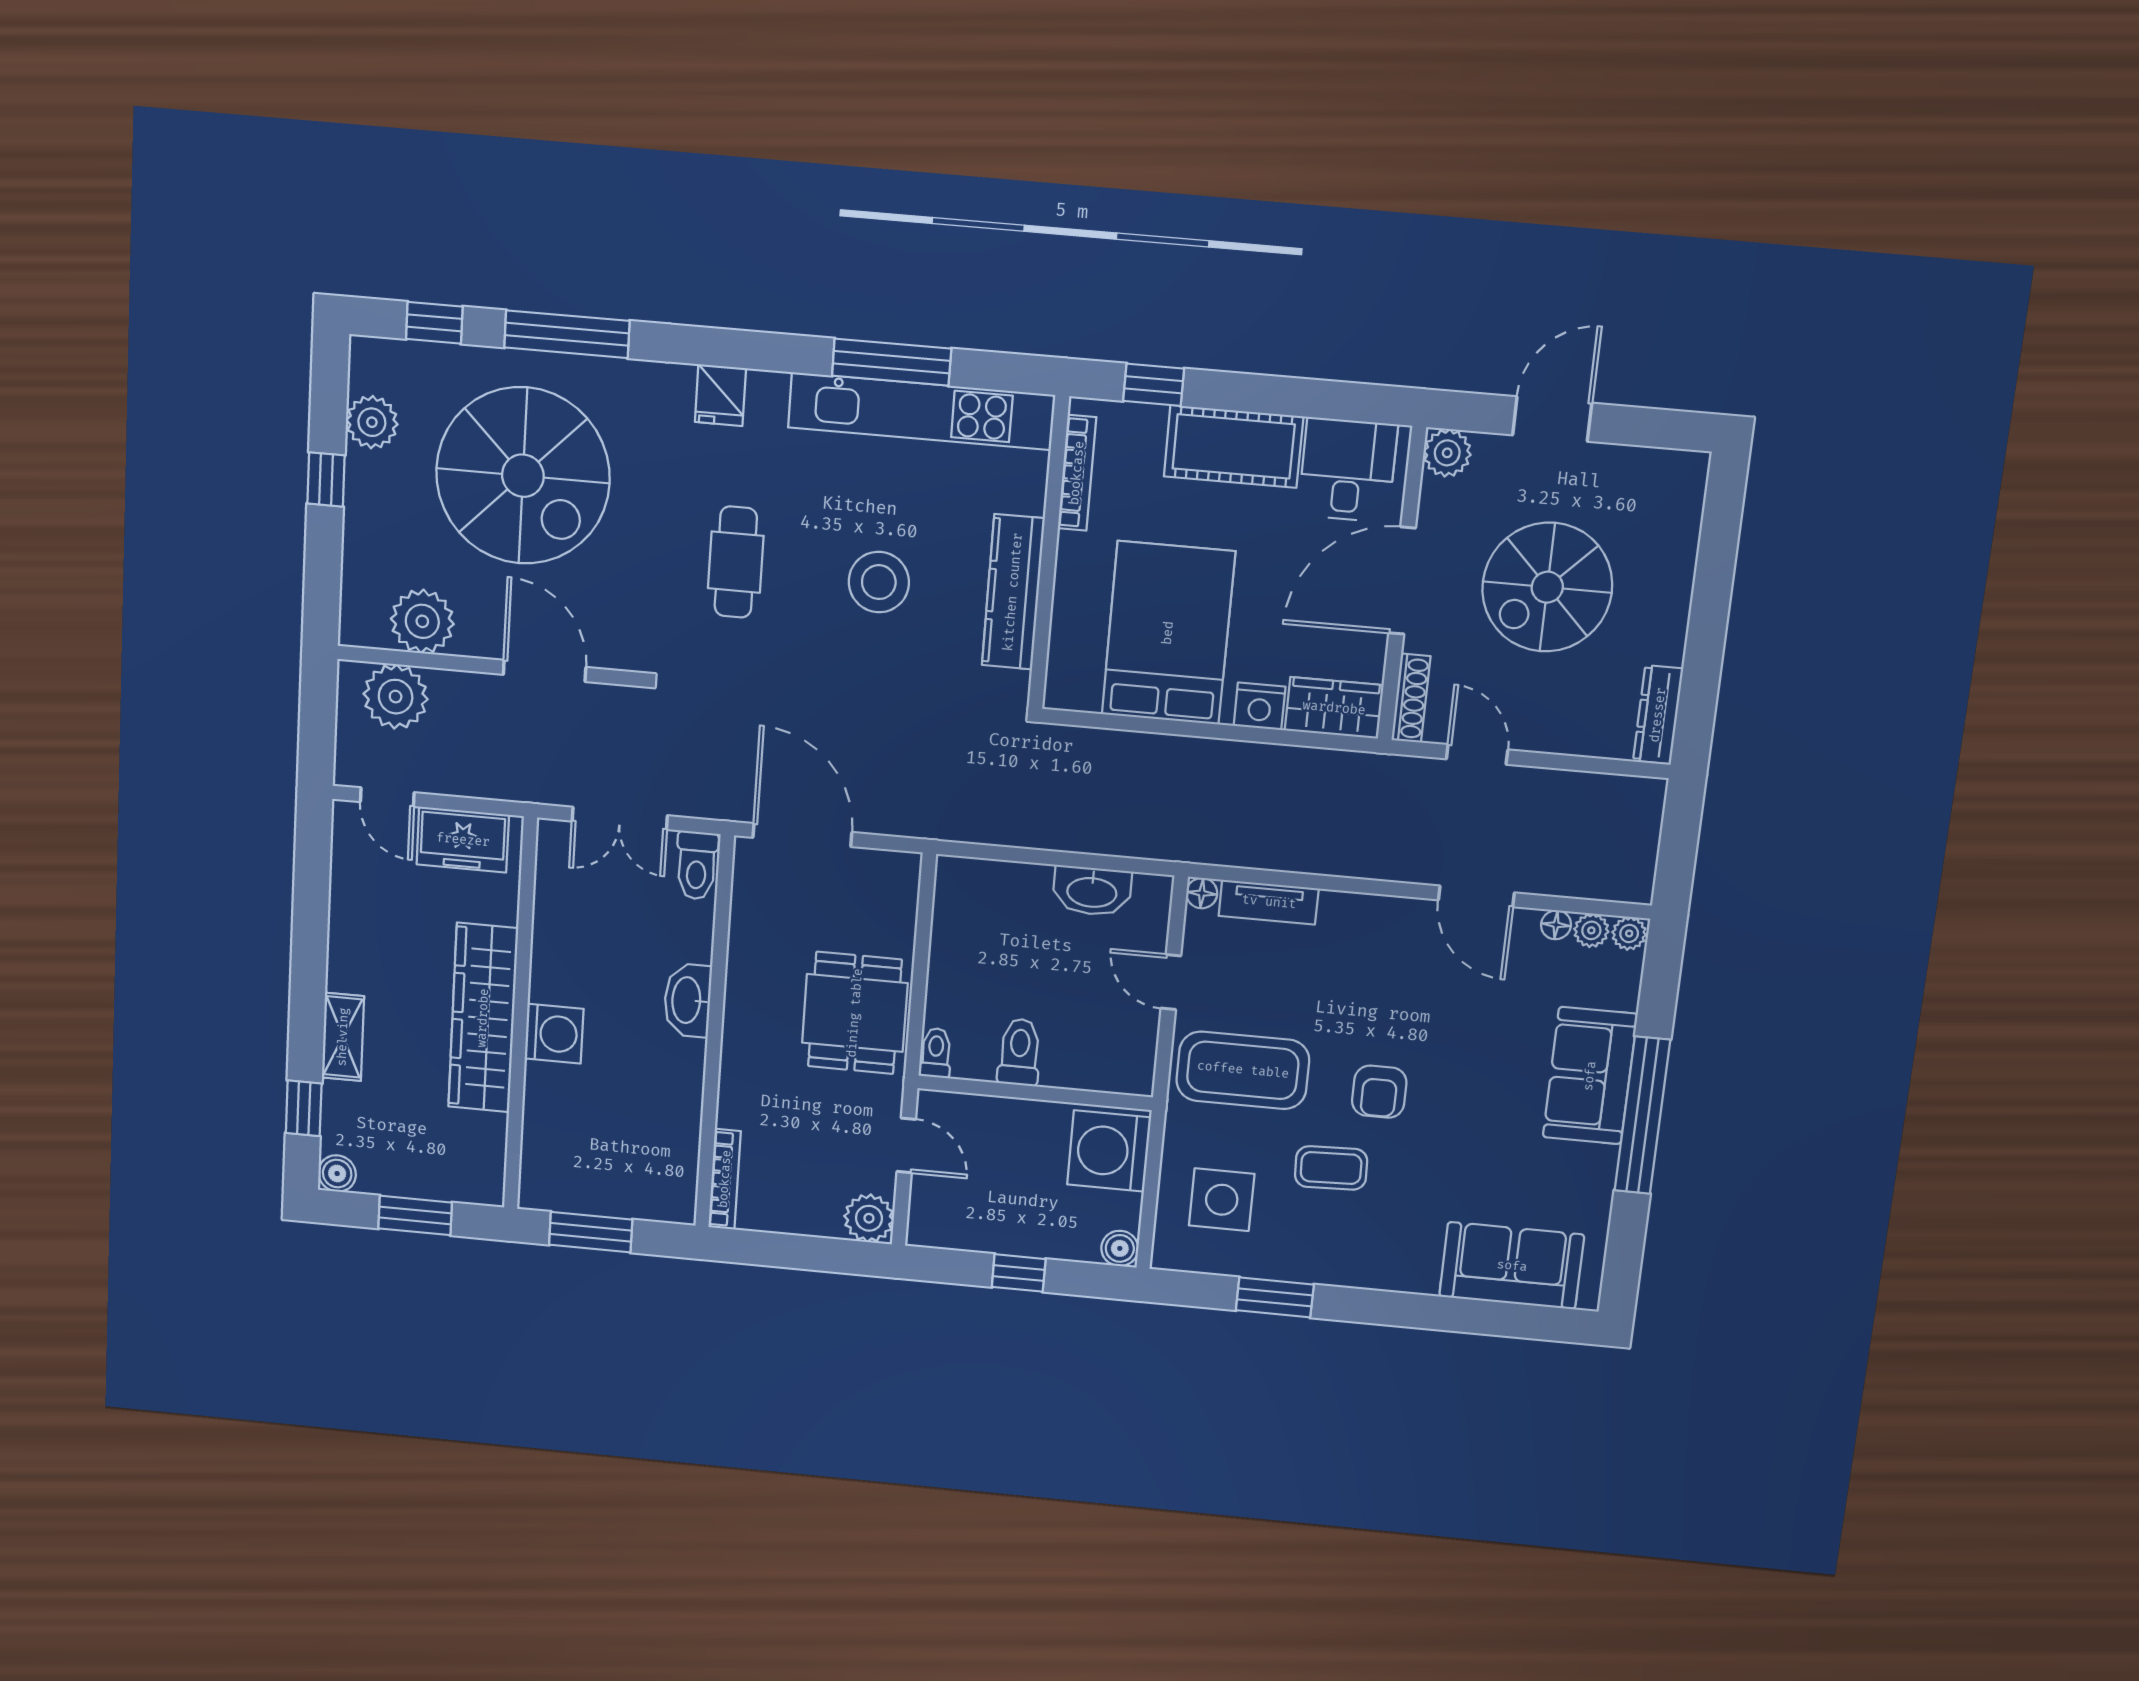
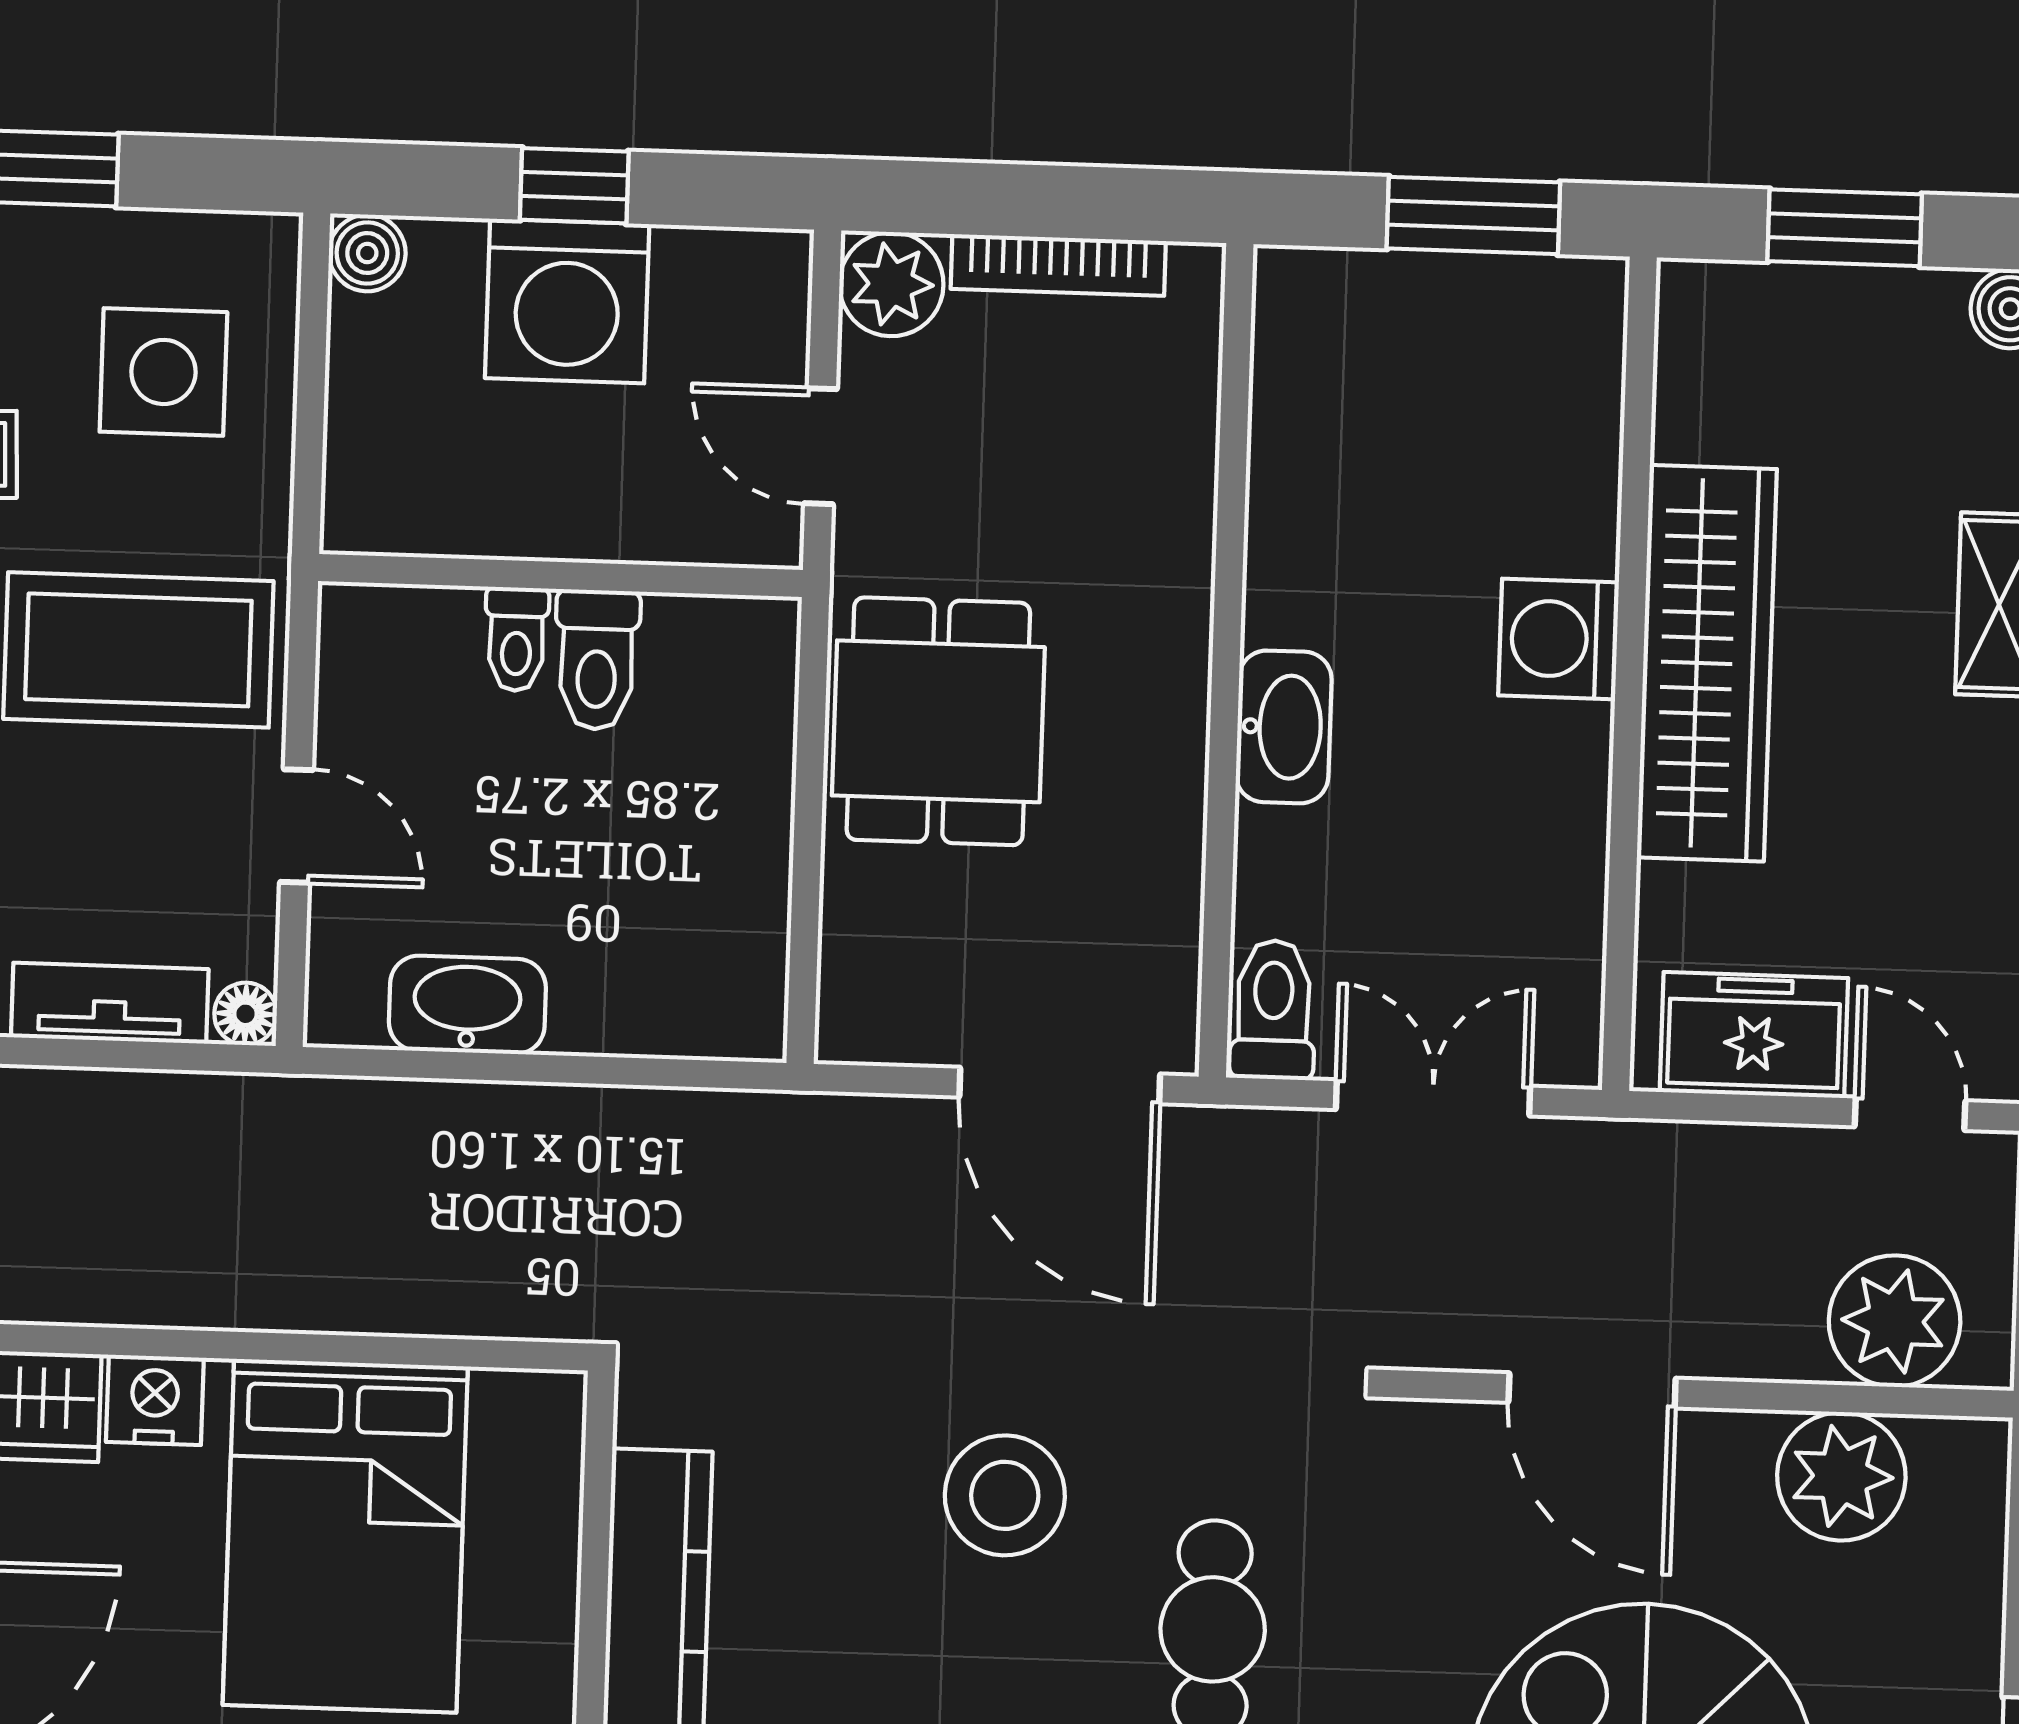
stool: (879, 582) -> (1005, 1495), moved
toilet: (936, 1053) -> (516, 639), moved
washing machine: (1109, 1151) -> (567, 301), moved, turned 90
bookcase: (725, 1179) -> (1058, 265), moved, turned -90

